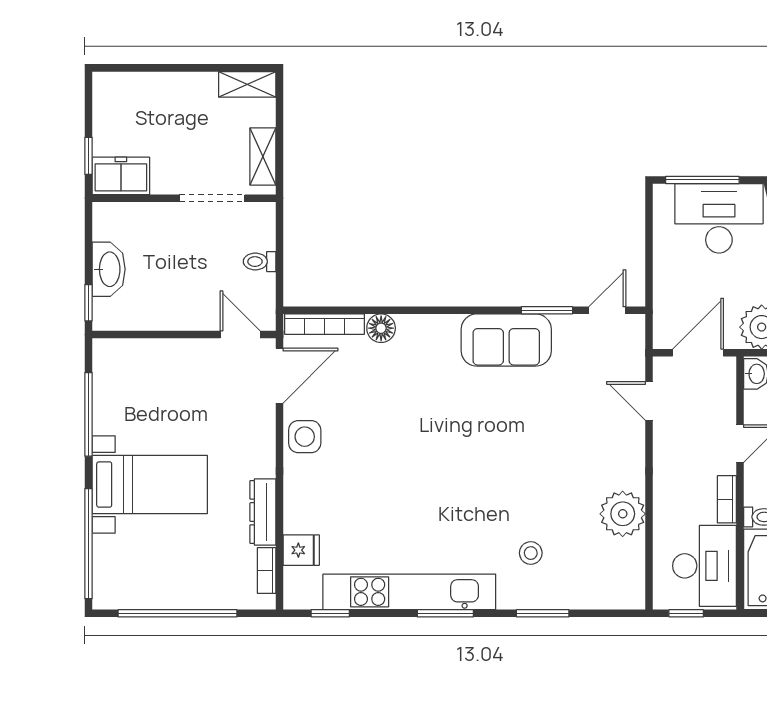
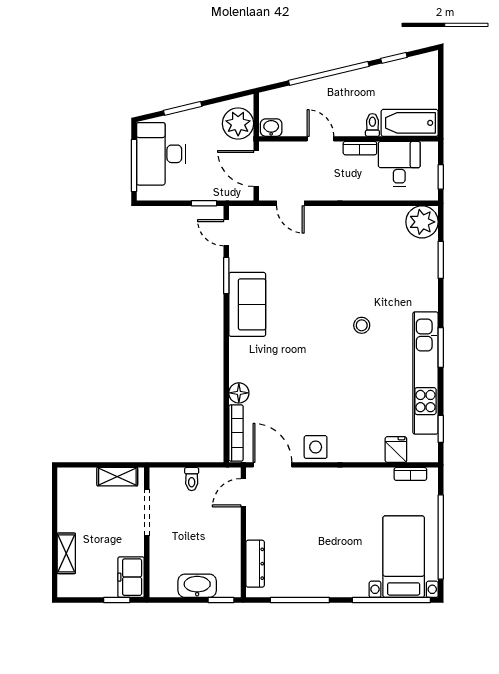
shelving: (247, 84) -> (66, 553), moved
window: (649, 279) -> (204, 203), added
door: (649, 401) -> (290, 203), hinge flipped
bed with nightstands: (150, 485) -> (404, 557), moved
dresser: (263, 512) -> (255, 564), moved, turned -90
plant: (623, 514) -> (422, 222), moved
stool: (531, 553) -> (362, 325), moved
desk: (704, 566) -> (399, 164), width x0.73
window: (543, 613) -> (441, 260), moved

